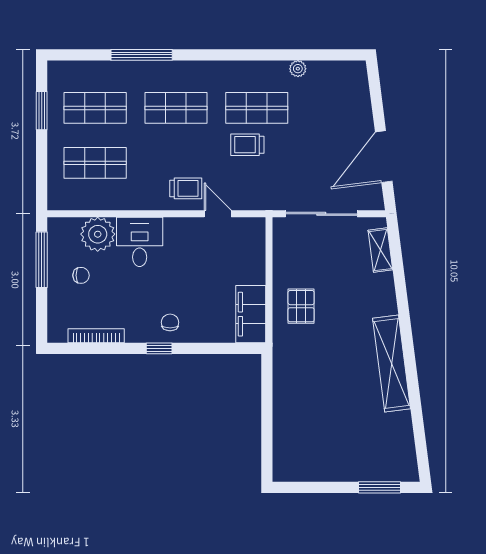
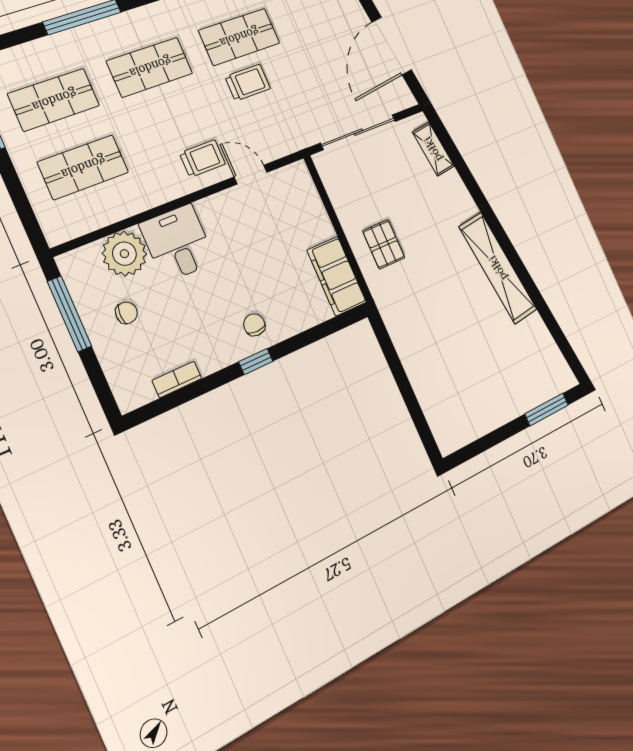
trolley: (247, 145) -> (248, 83), turned 180
bookcase: (96, 336) -> (177, 379), width x0.64

